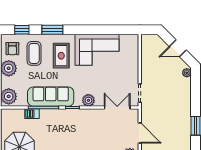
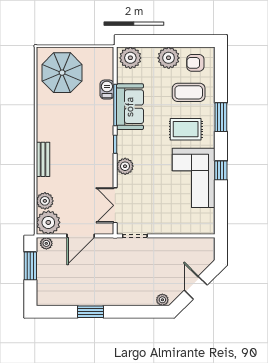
window: (22, 30) -> (221, 170), moved
sofa: (51, 97) -> (130, 107), width x0.73
double door: (117, 108) -> (115, 205), swing flipped

